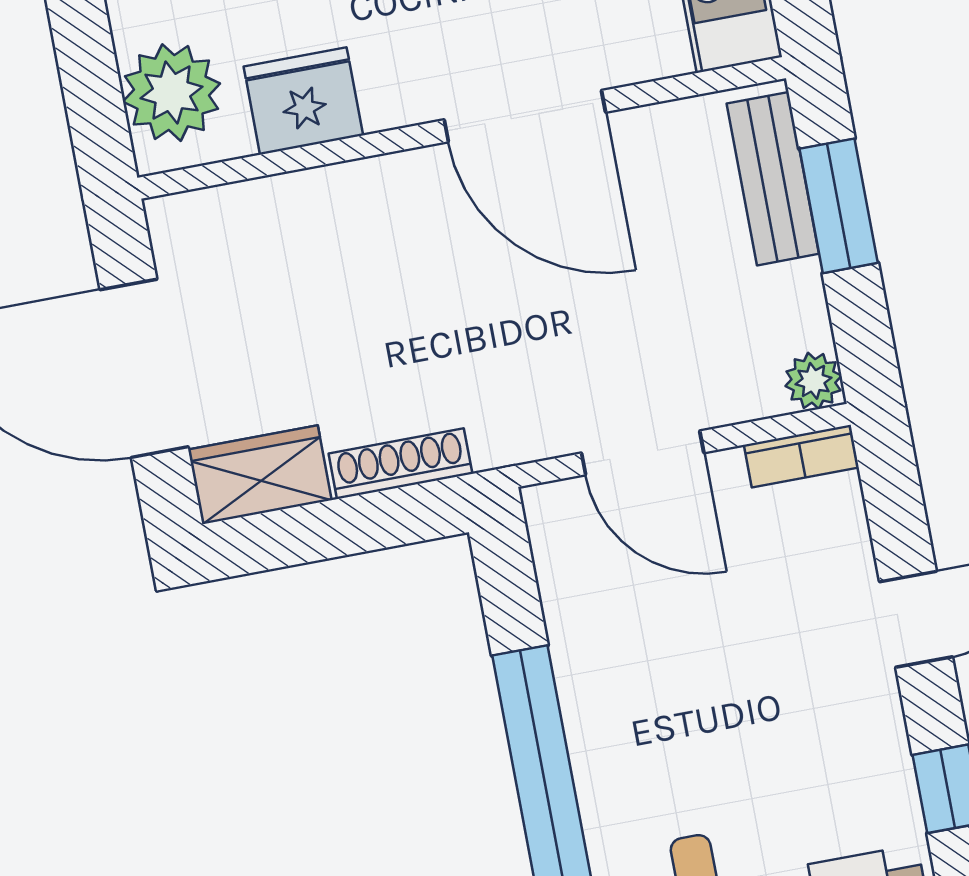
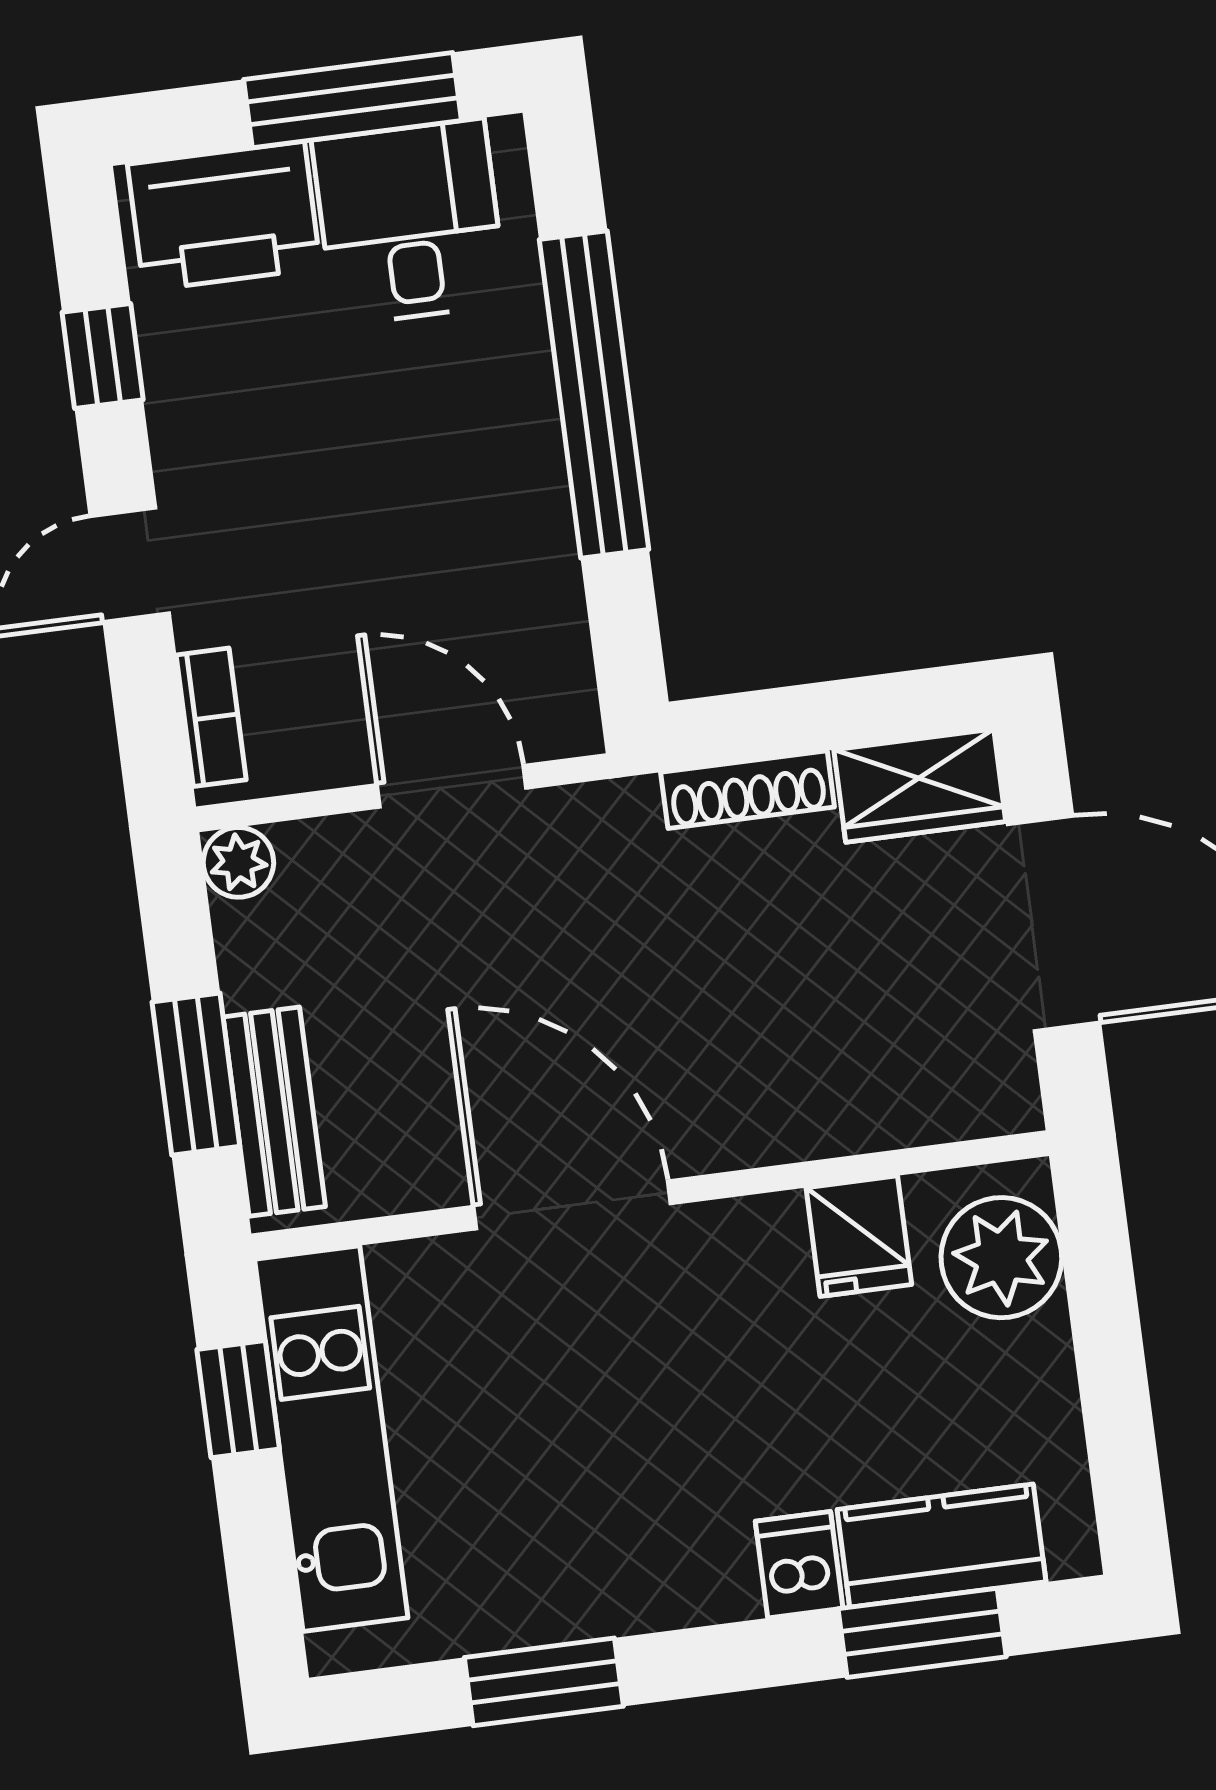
fridge: (303, 101) -> (859, 1236), width x0.72
bookcase: (801, 456) -> (211, 717), moved, turned 90

